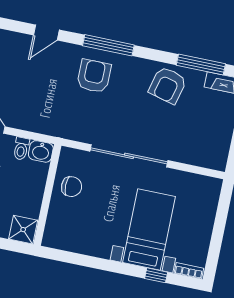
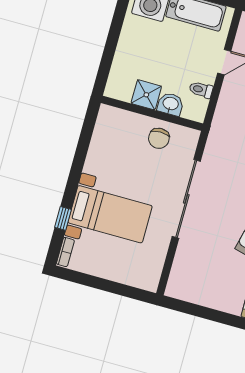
washbasin: (41, 151) -> (171, 104), moved, turned 90
shower: (23, 230) -> (146, 95), moved

